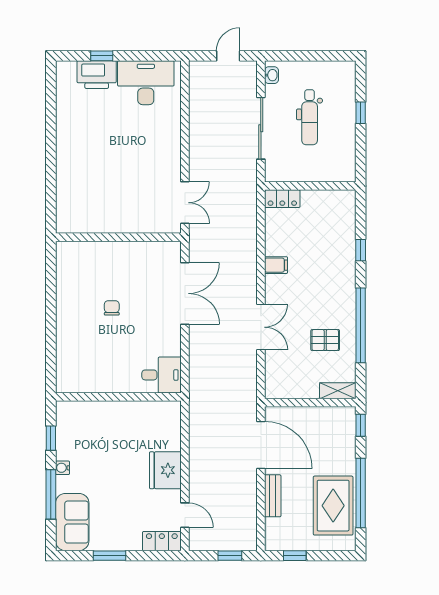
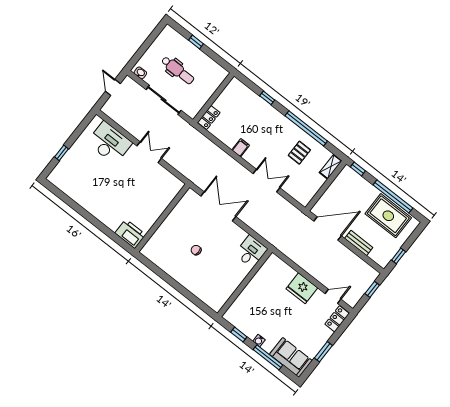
printer: (97, 75) -> (130, 234), moved, turned -90
desk: (146, 83) -> (109, 143), moved, turned 90
double door: (185, 203) -> (149, 152), moved

